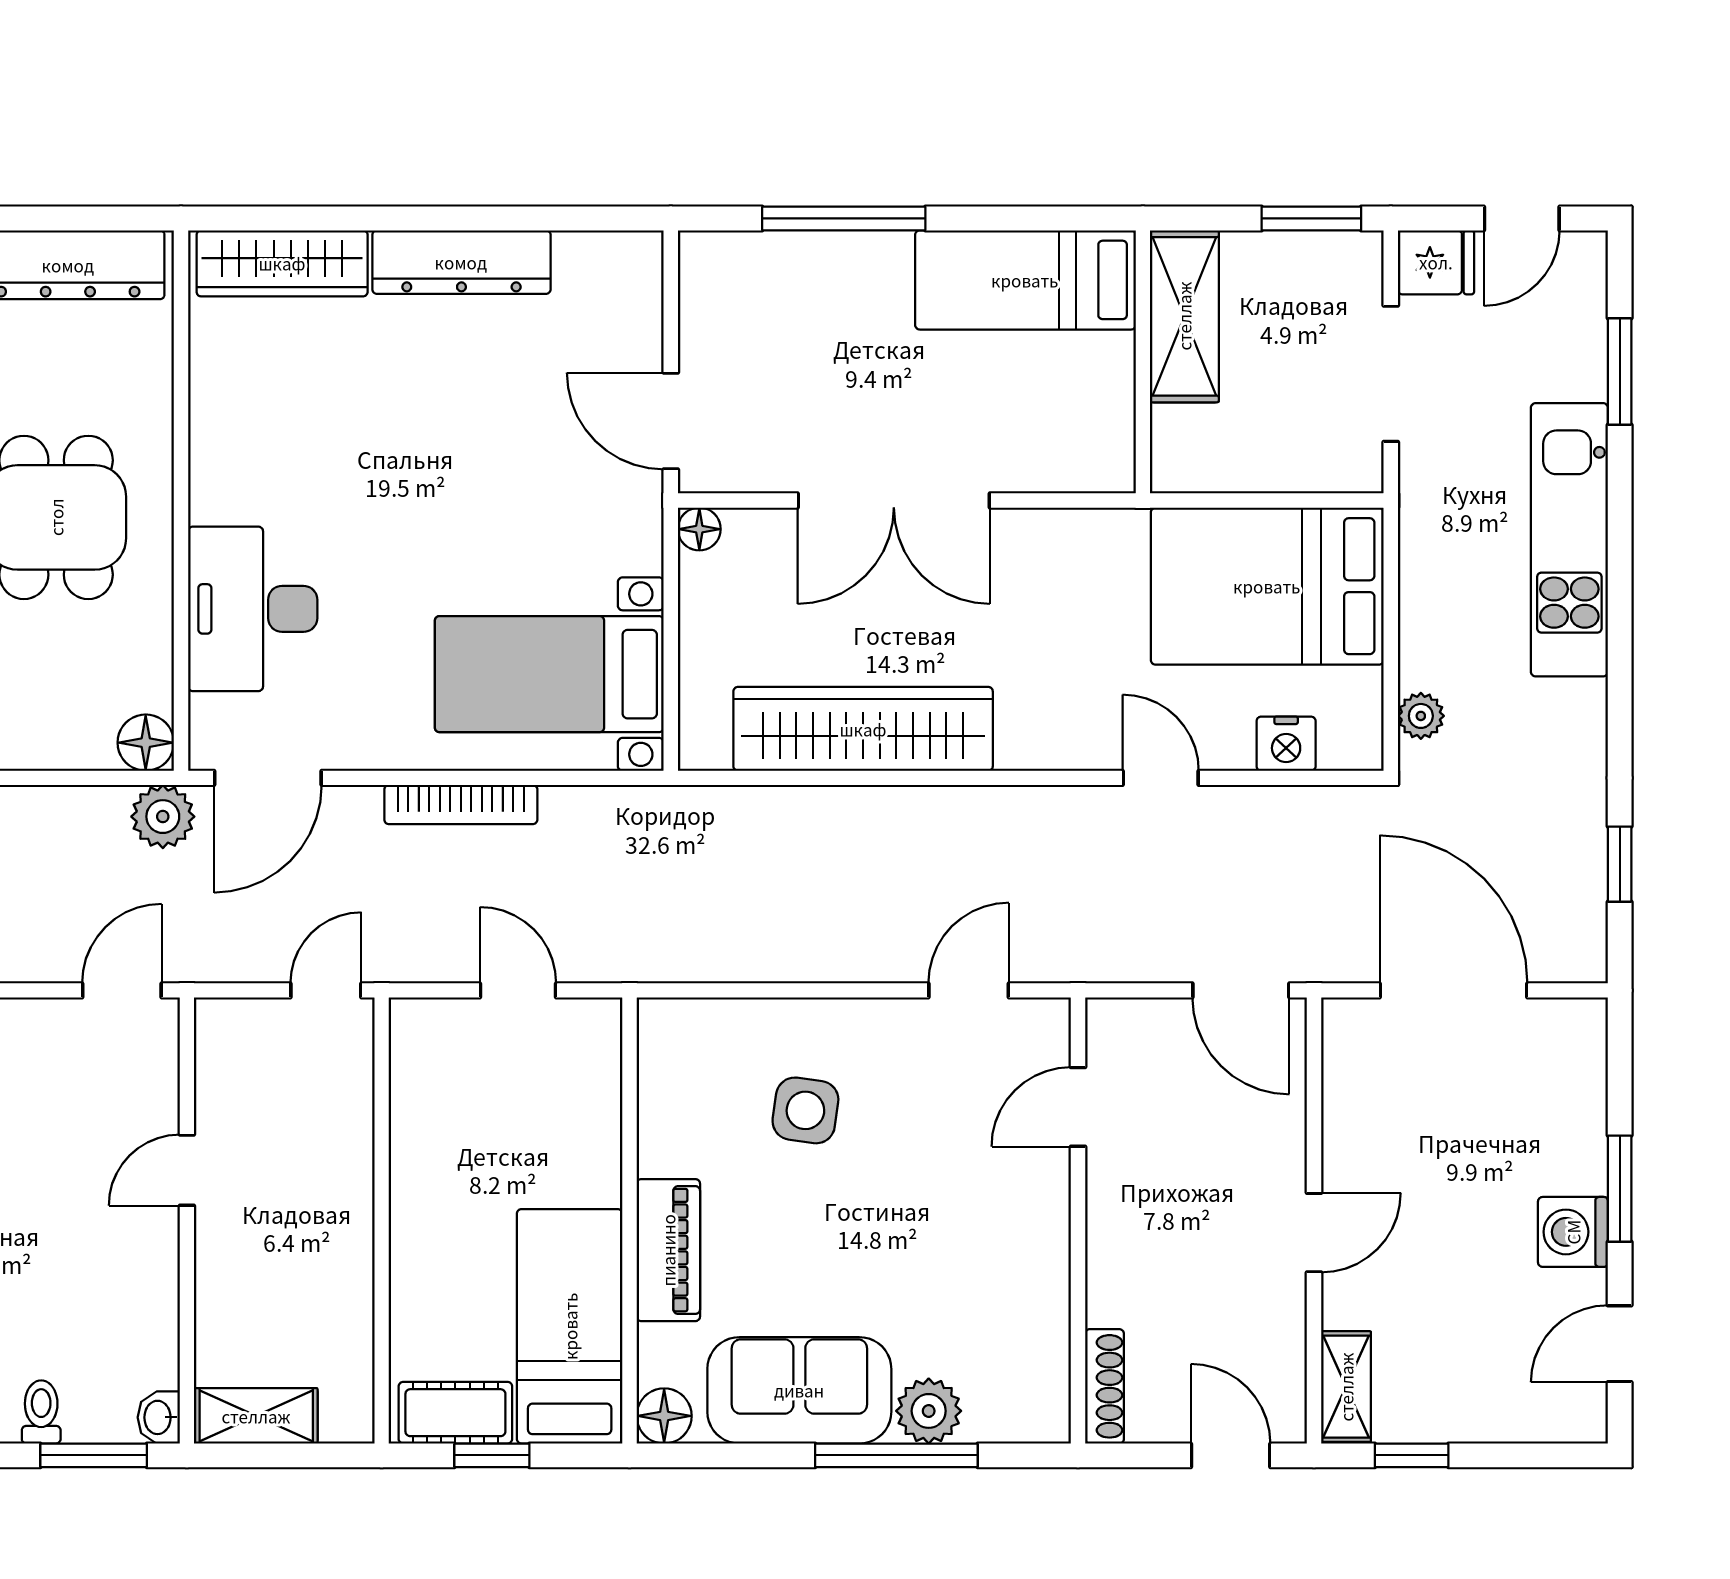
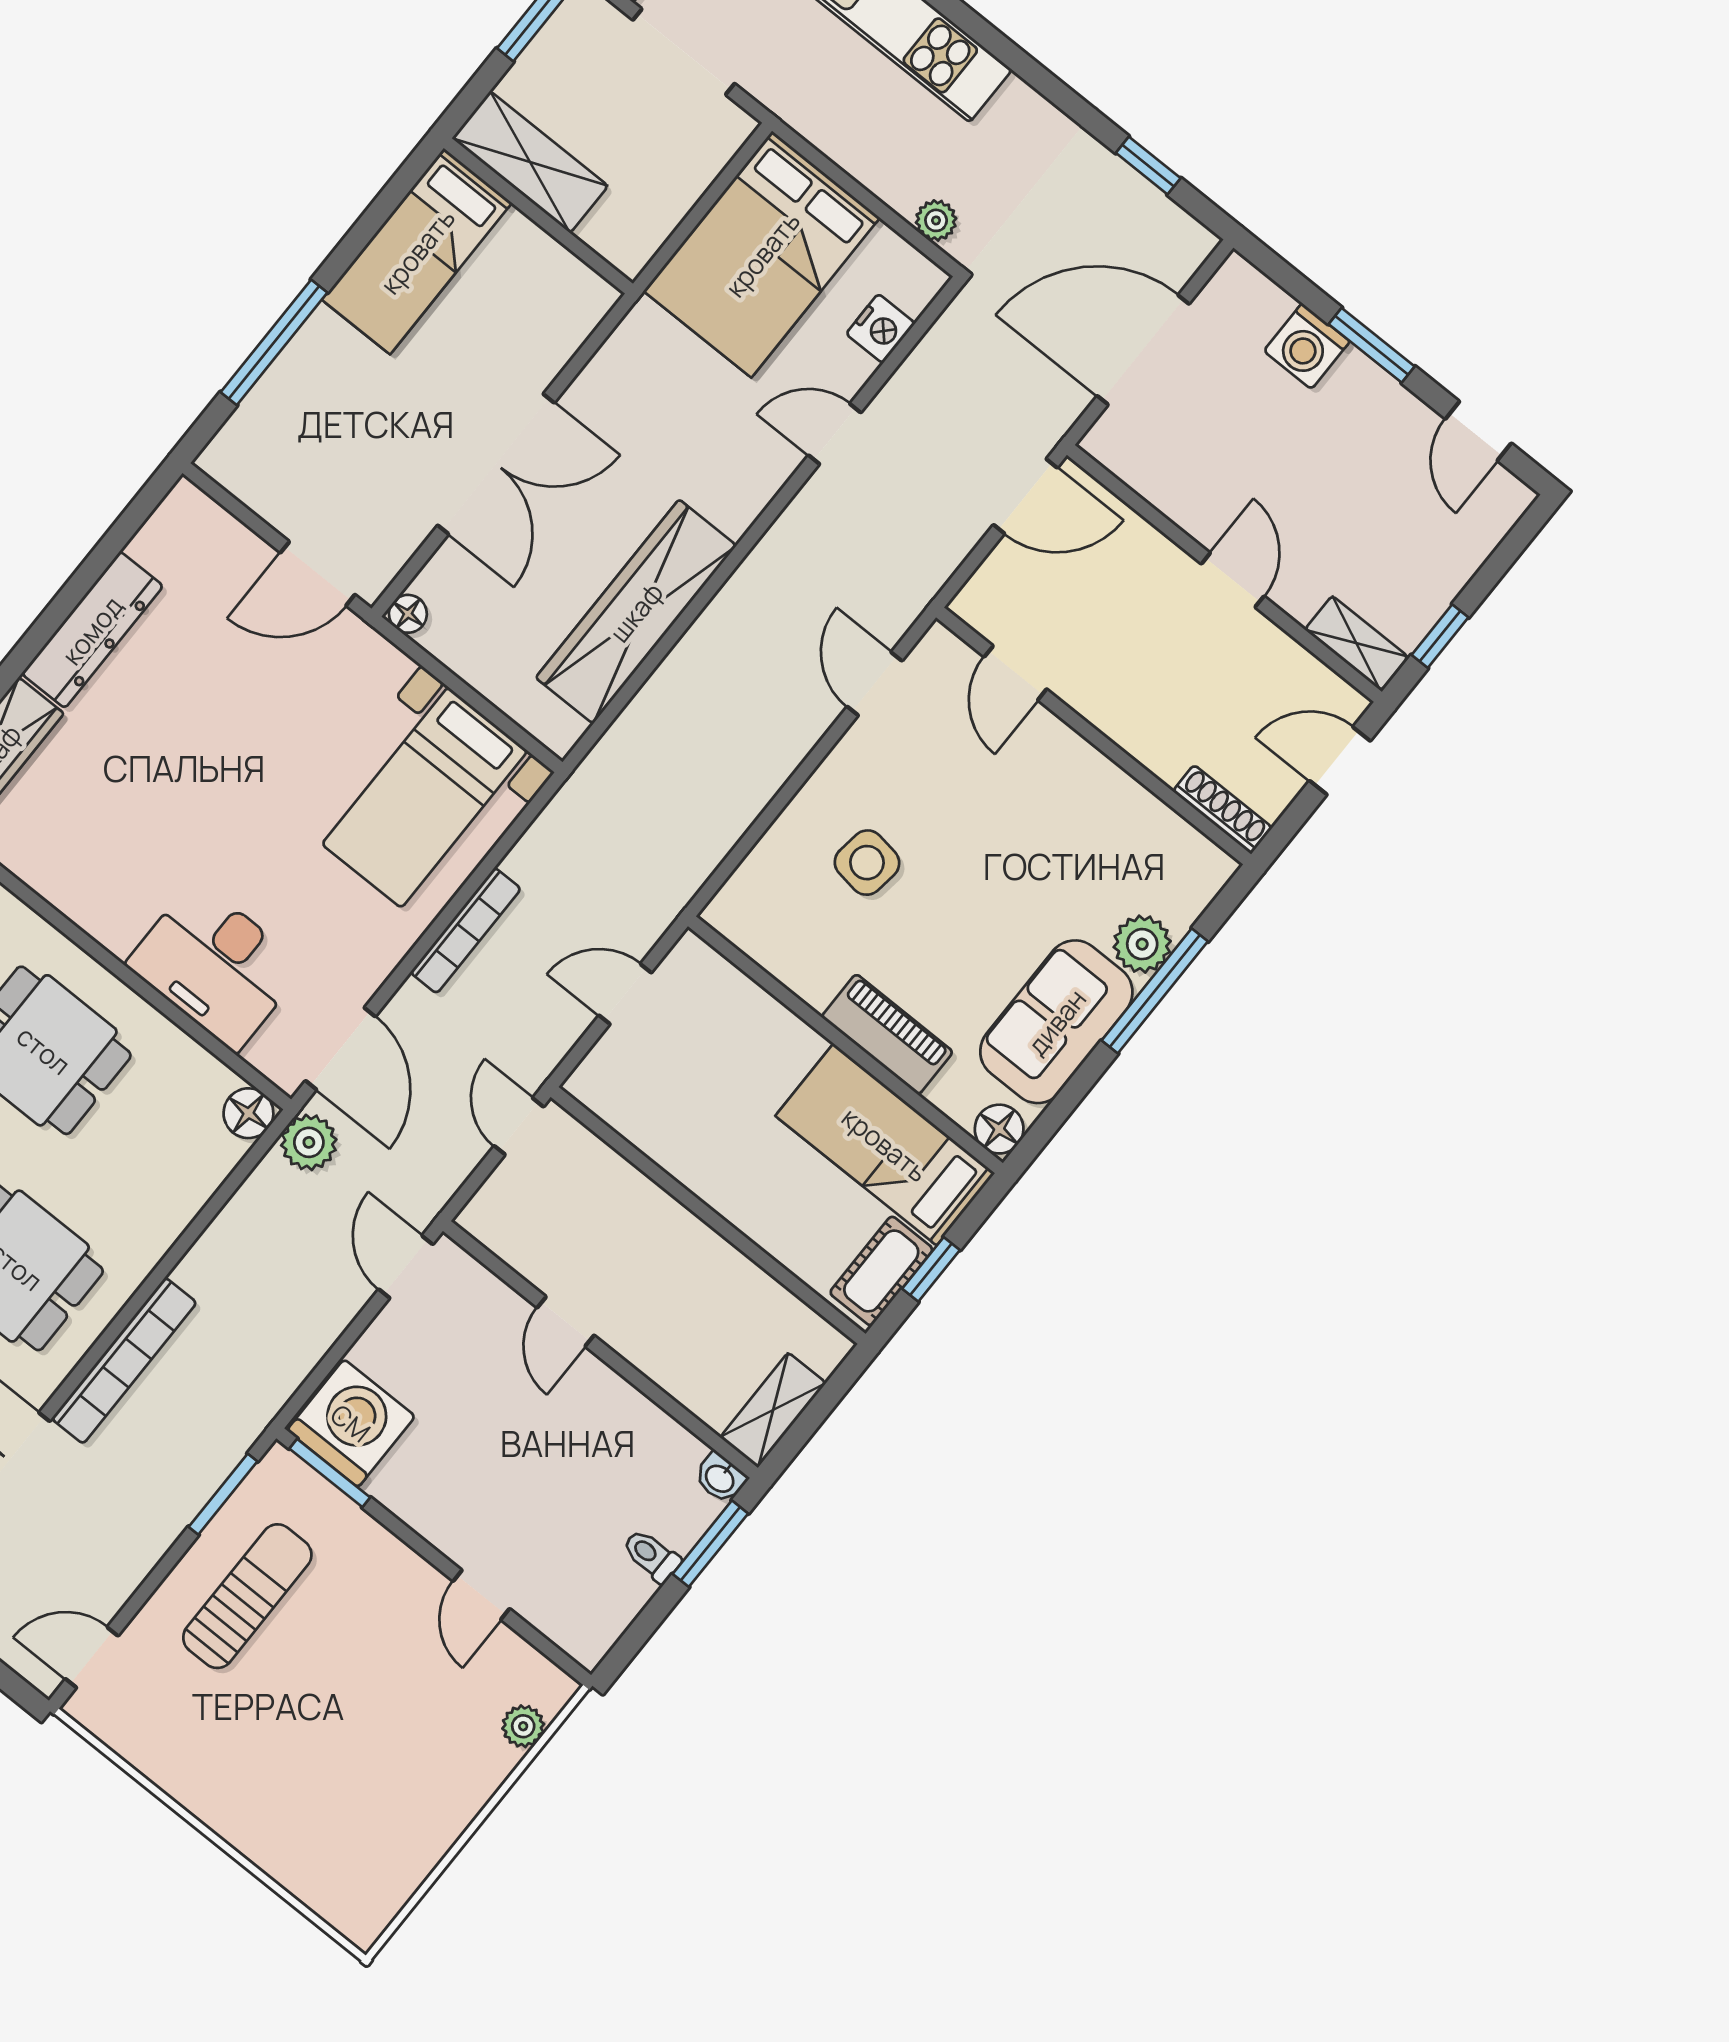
washing machine: (1573, 1232) -> (1307, 346), moved

